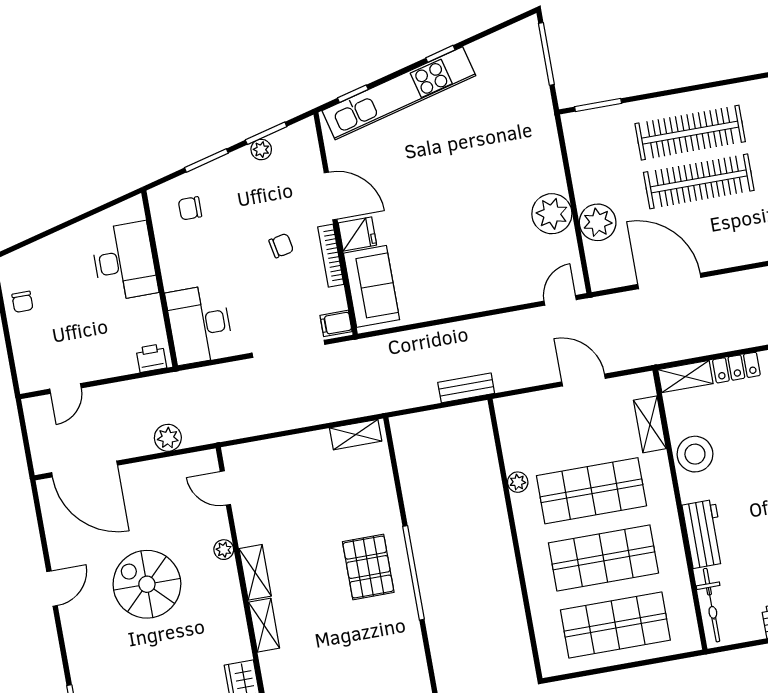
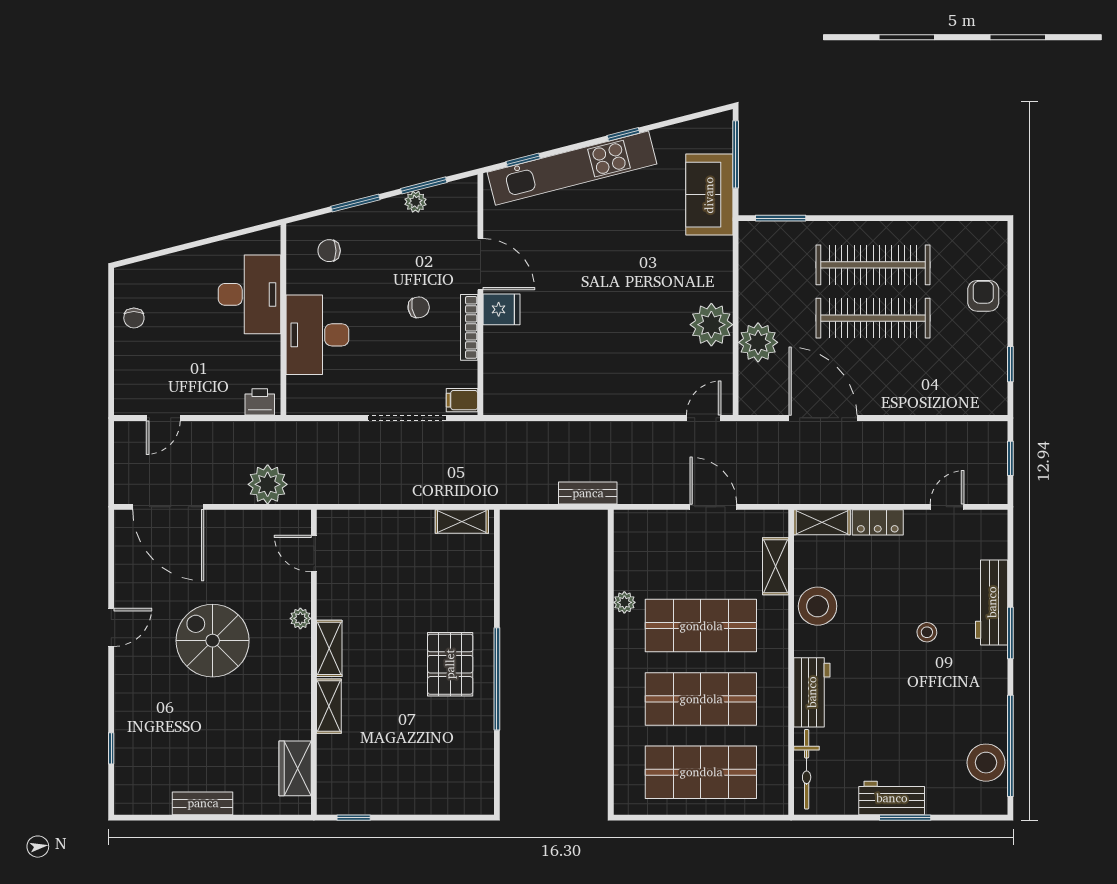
sofa: (372, 286) -> (709, 195), moved, turned 180
desk: (200, 324) -> (317, 335), moved
plant: (168, 438) -> (268, 484), width x1.36, depth x1.36

